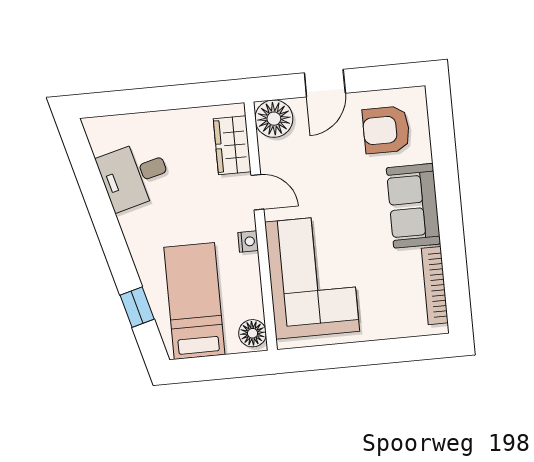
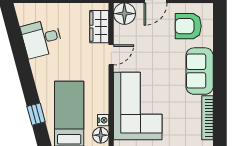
door: (257, 192) -> (111, 55), hinge flipped
nightstand: (248, 241) -> (103, 120), moved

